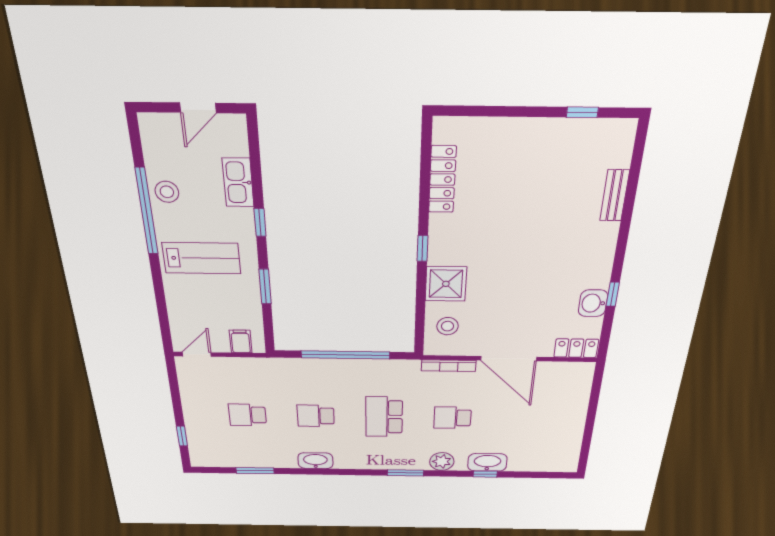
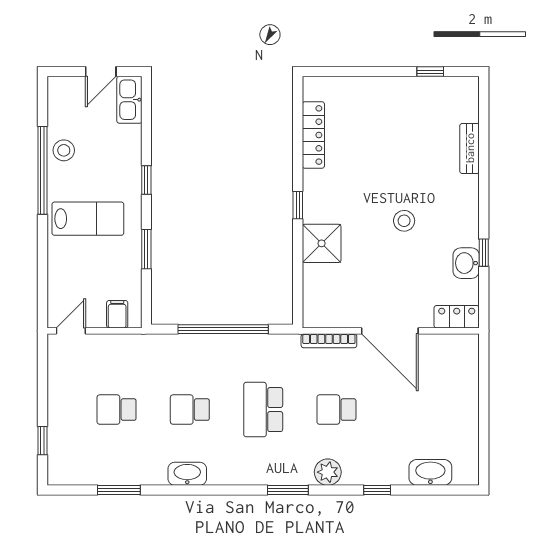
kitchen sink: (238, 182) -> (129, 100), moved
stool: (447, 326) -> (404, 221), moved
washbasin: (487, 462) -> (430, 472), moved

